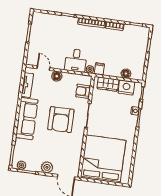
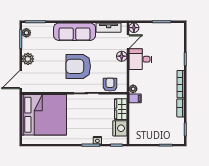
desk: (76, 60) -> (140, 59), moved
floor lamp: (126, 74) -> (134, 28), moved

